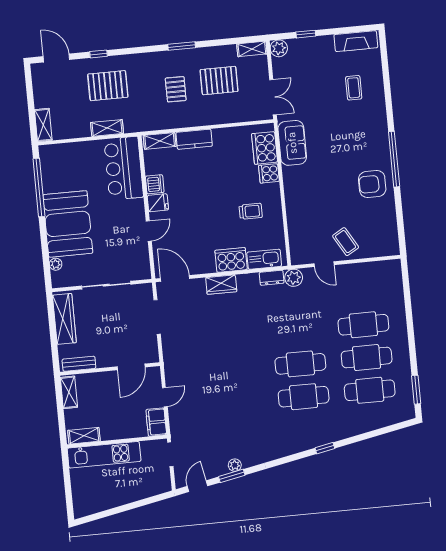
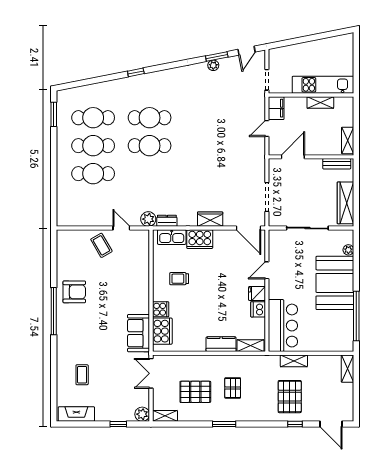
pallet: (108, 86) -> (290, 397), turned 90
shelving: (84, 436) -> (320, 103), moved

